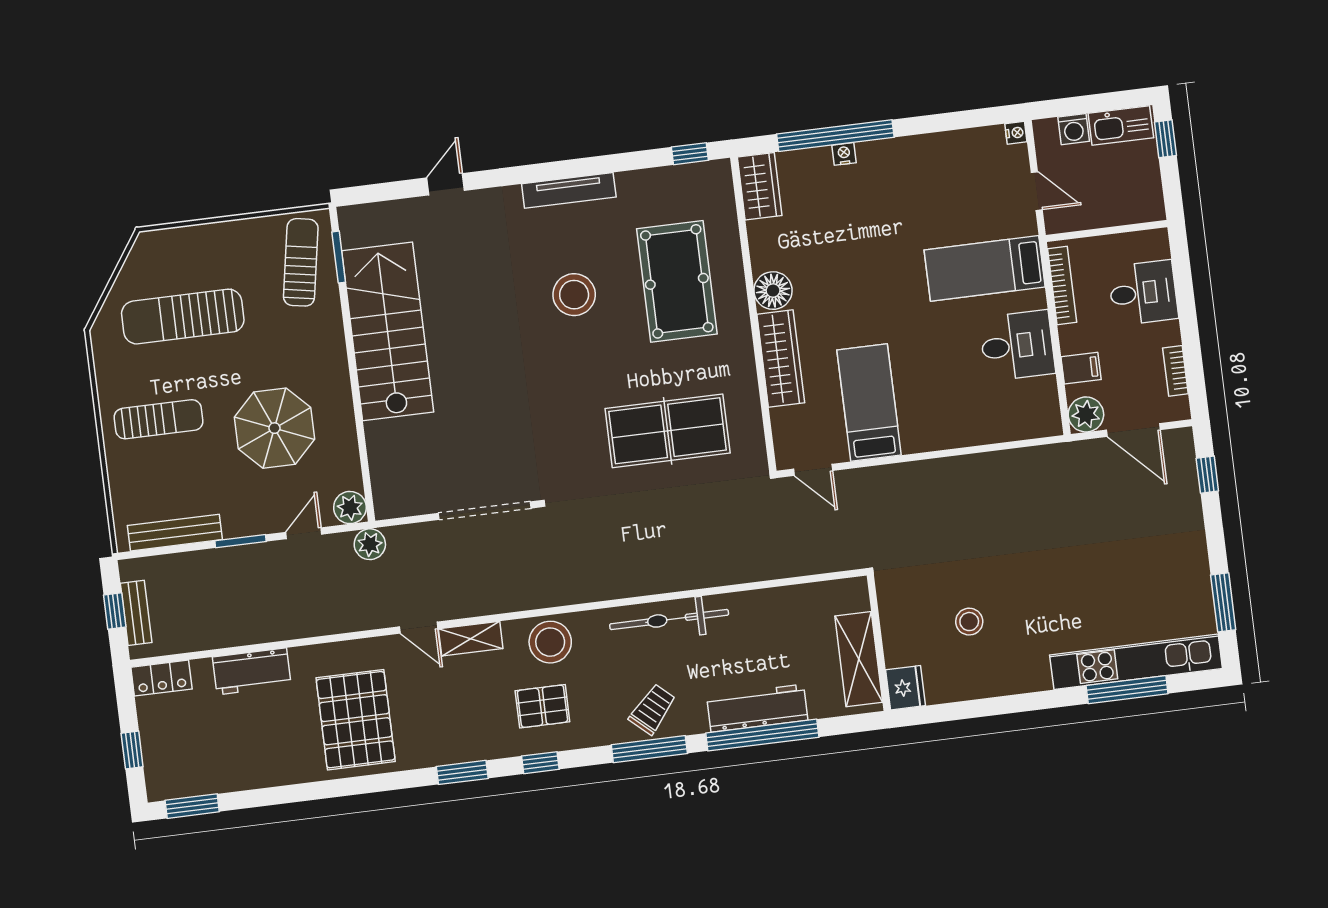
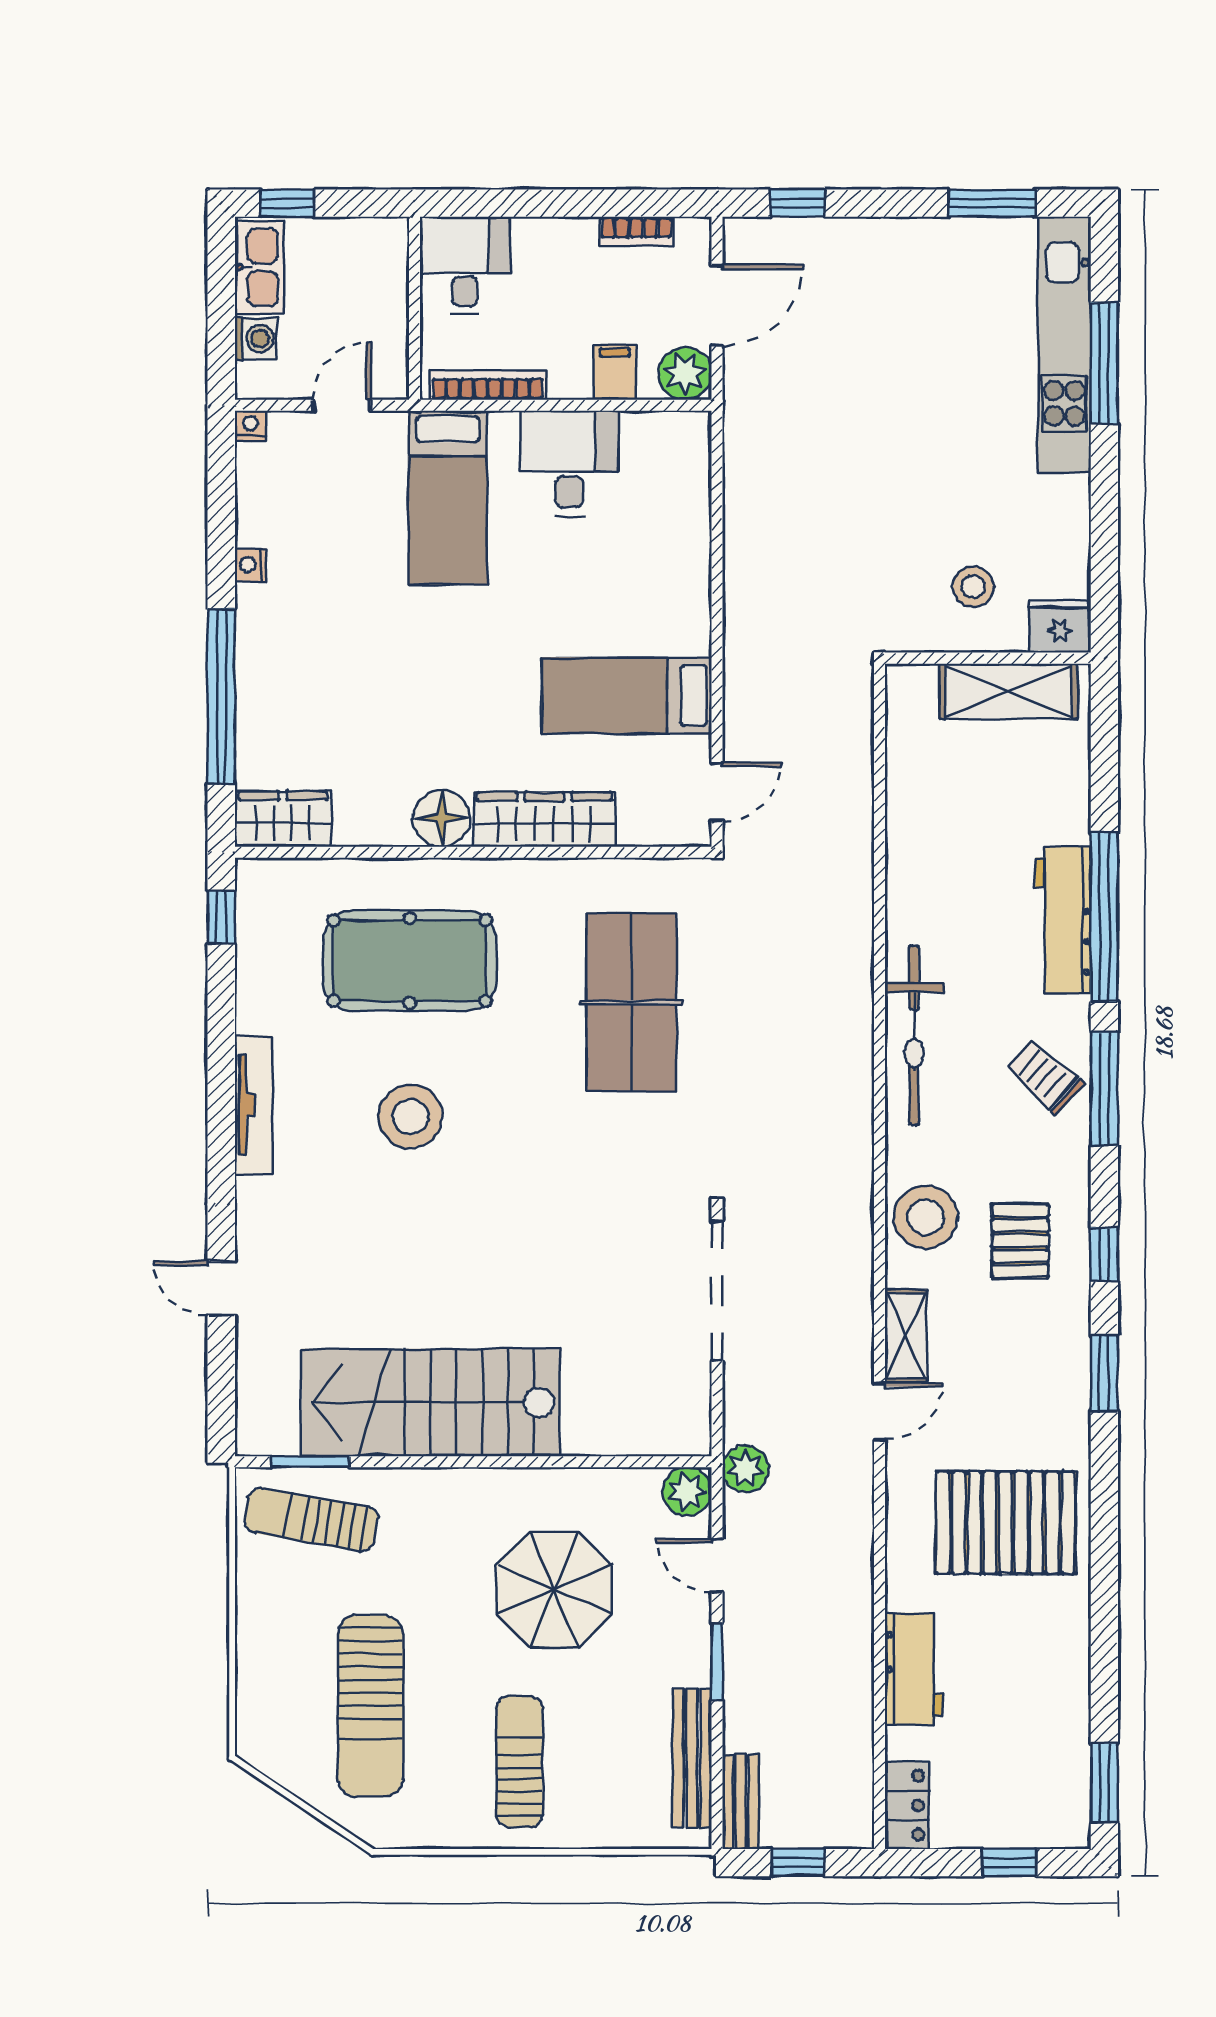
nightstand: (844, 154) -> (250, 565), moved
desk: (1143, 293) -> (465, 265), moved
bench: (136, 613) -> (740, 1802), moved, turned 90
wall: (879, 643) -> (988, 658), moved
shelving: (859, 659) -> (1009, 691), moved
fridge: (906, 688) -> (1060, 626), moved

